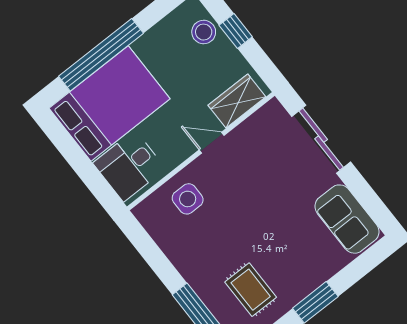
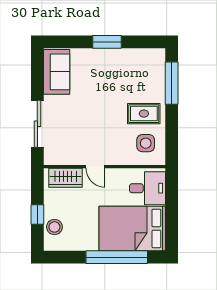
side table: (188, 199) -> (146, 143), moved
rug: (251, 290) -> (144, 114), moved, turned 90

